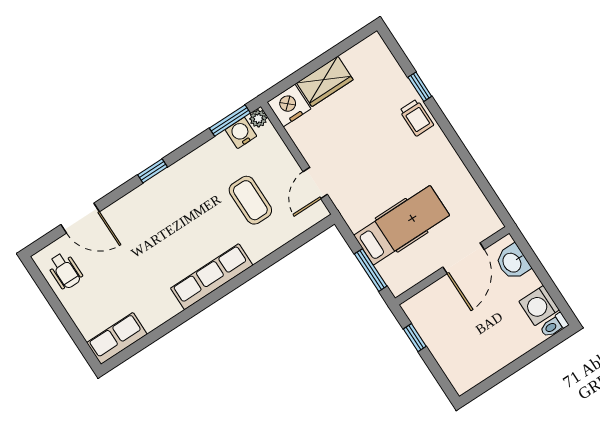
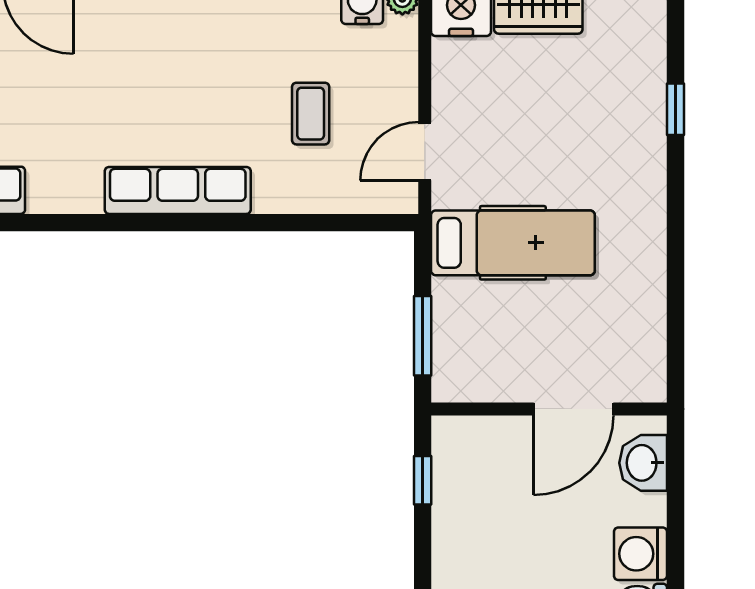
trolley: (417, 118) -> (640, 152), removed
coffee table: (250, 200) -> (311, 114), width x0.73, depth x0.77
hospital bed: (402, 225) -> (513, 243), moved

